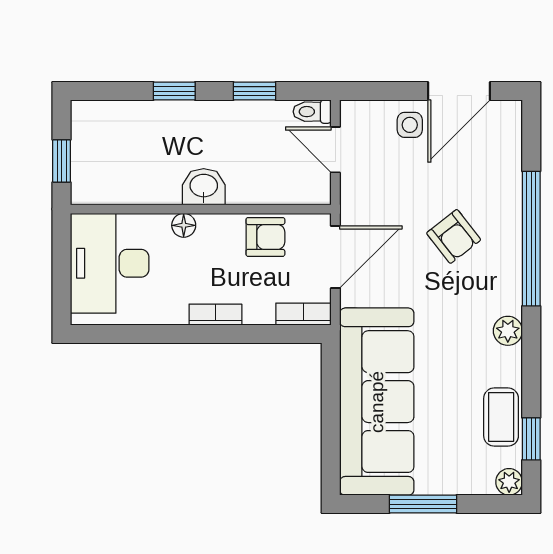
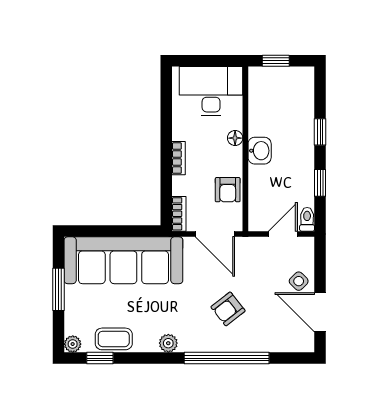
side table: (410, 125) -> (299, 281), turned 45

